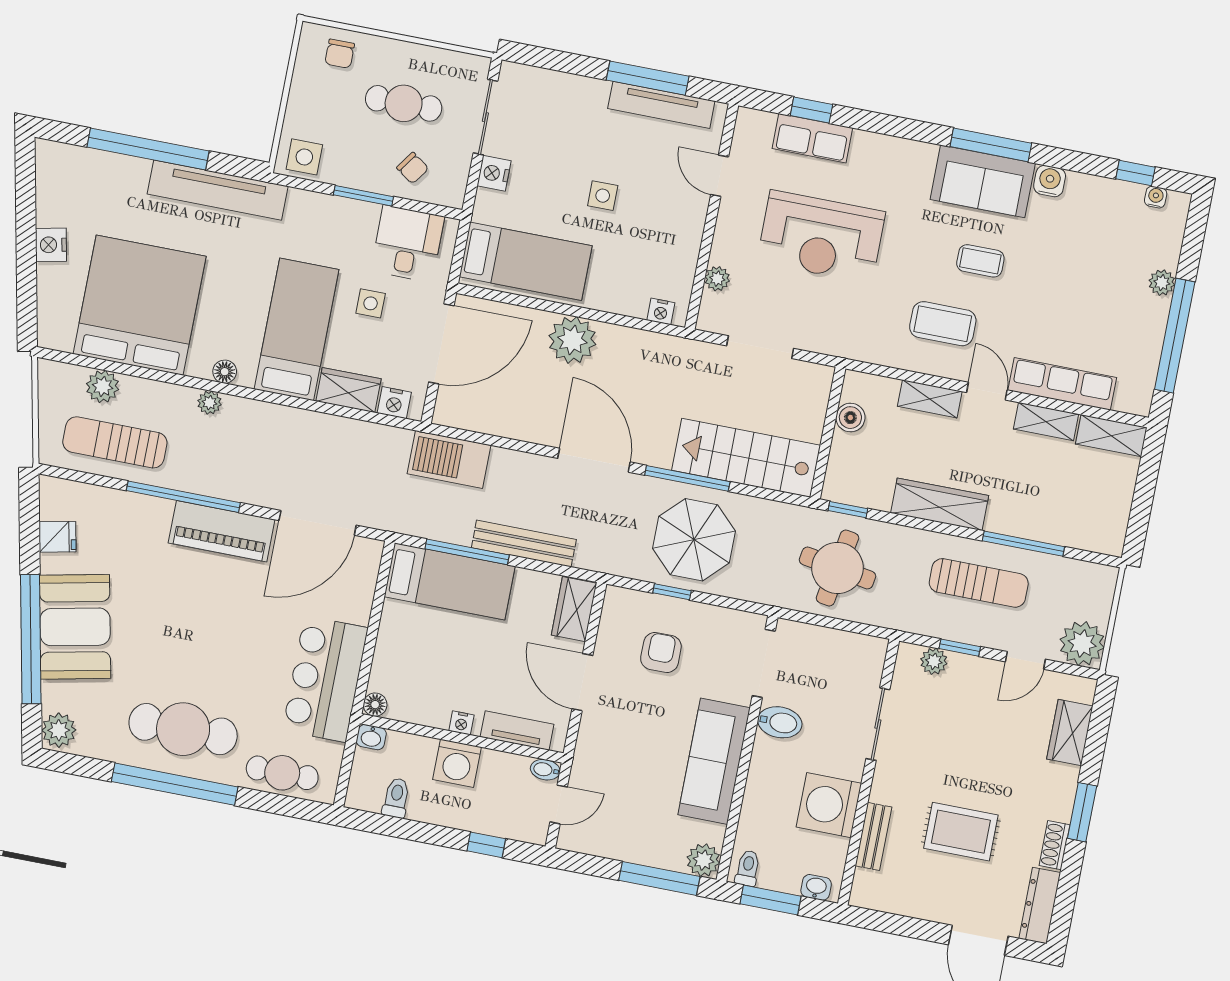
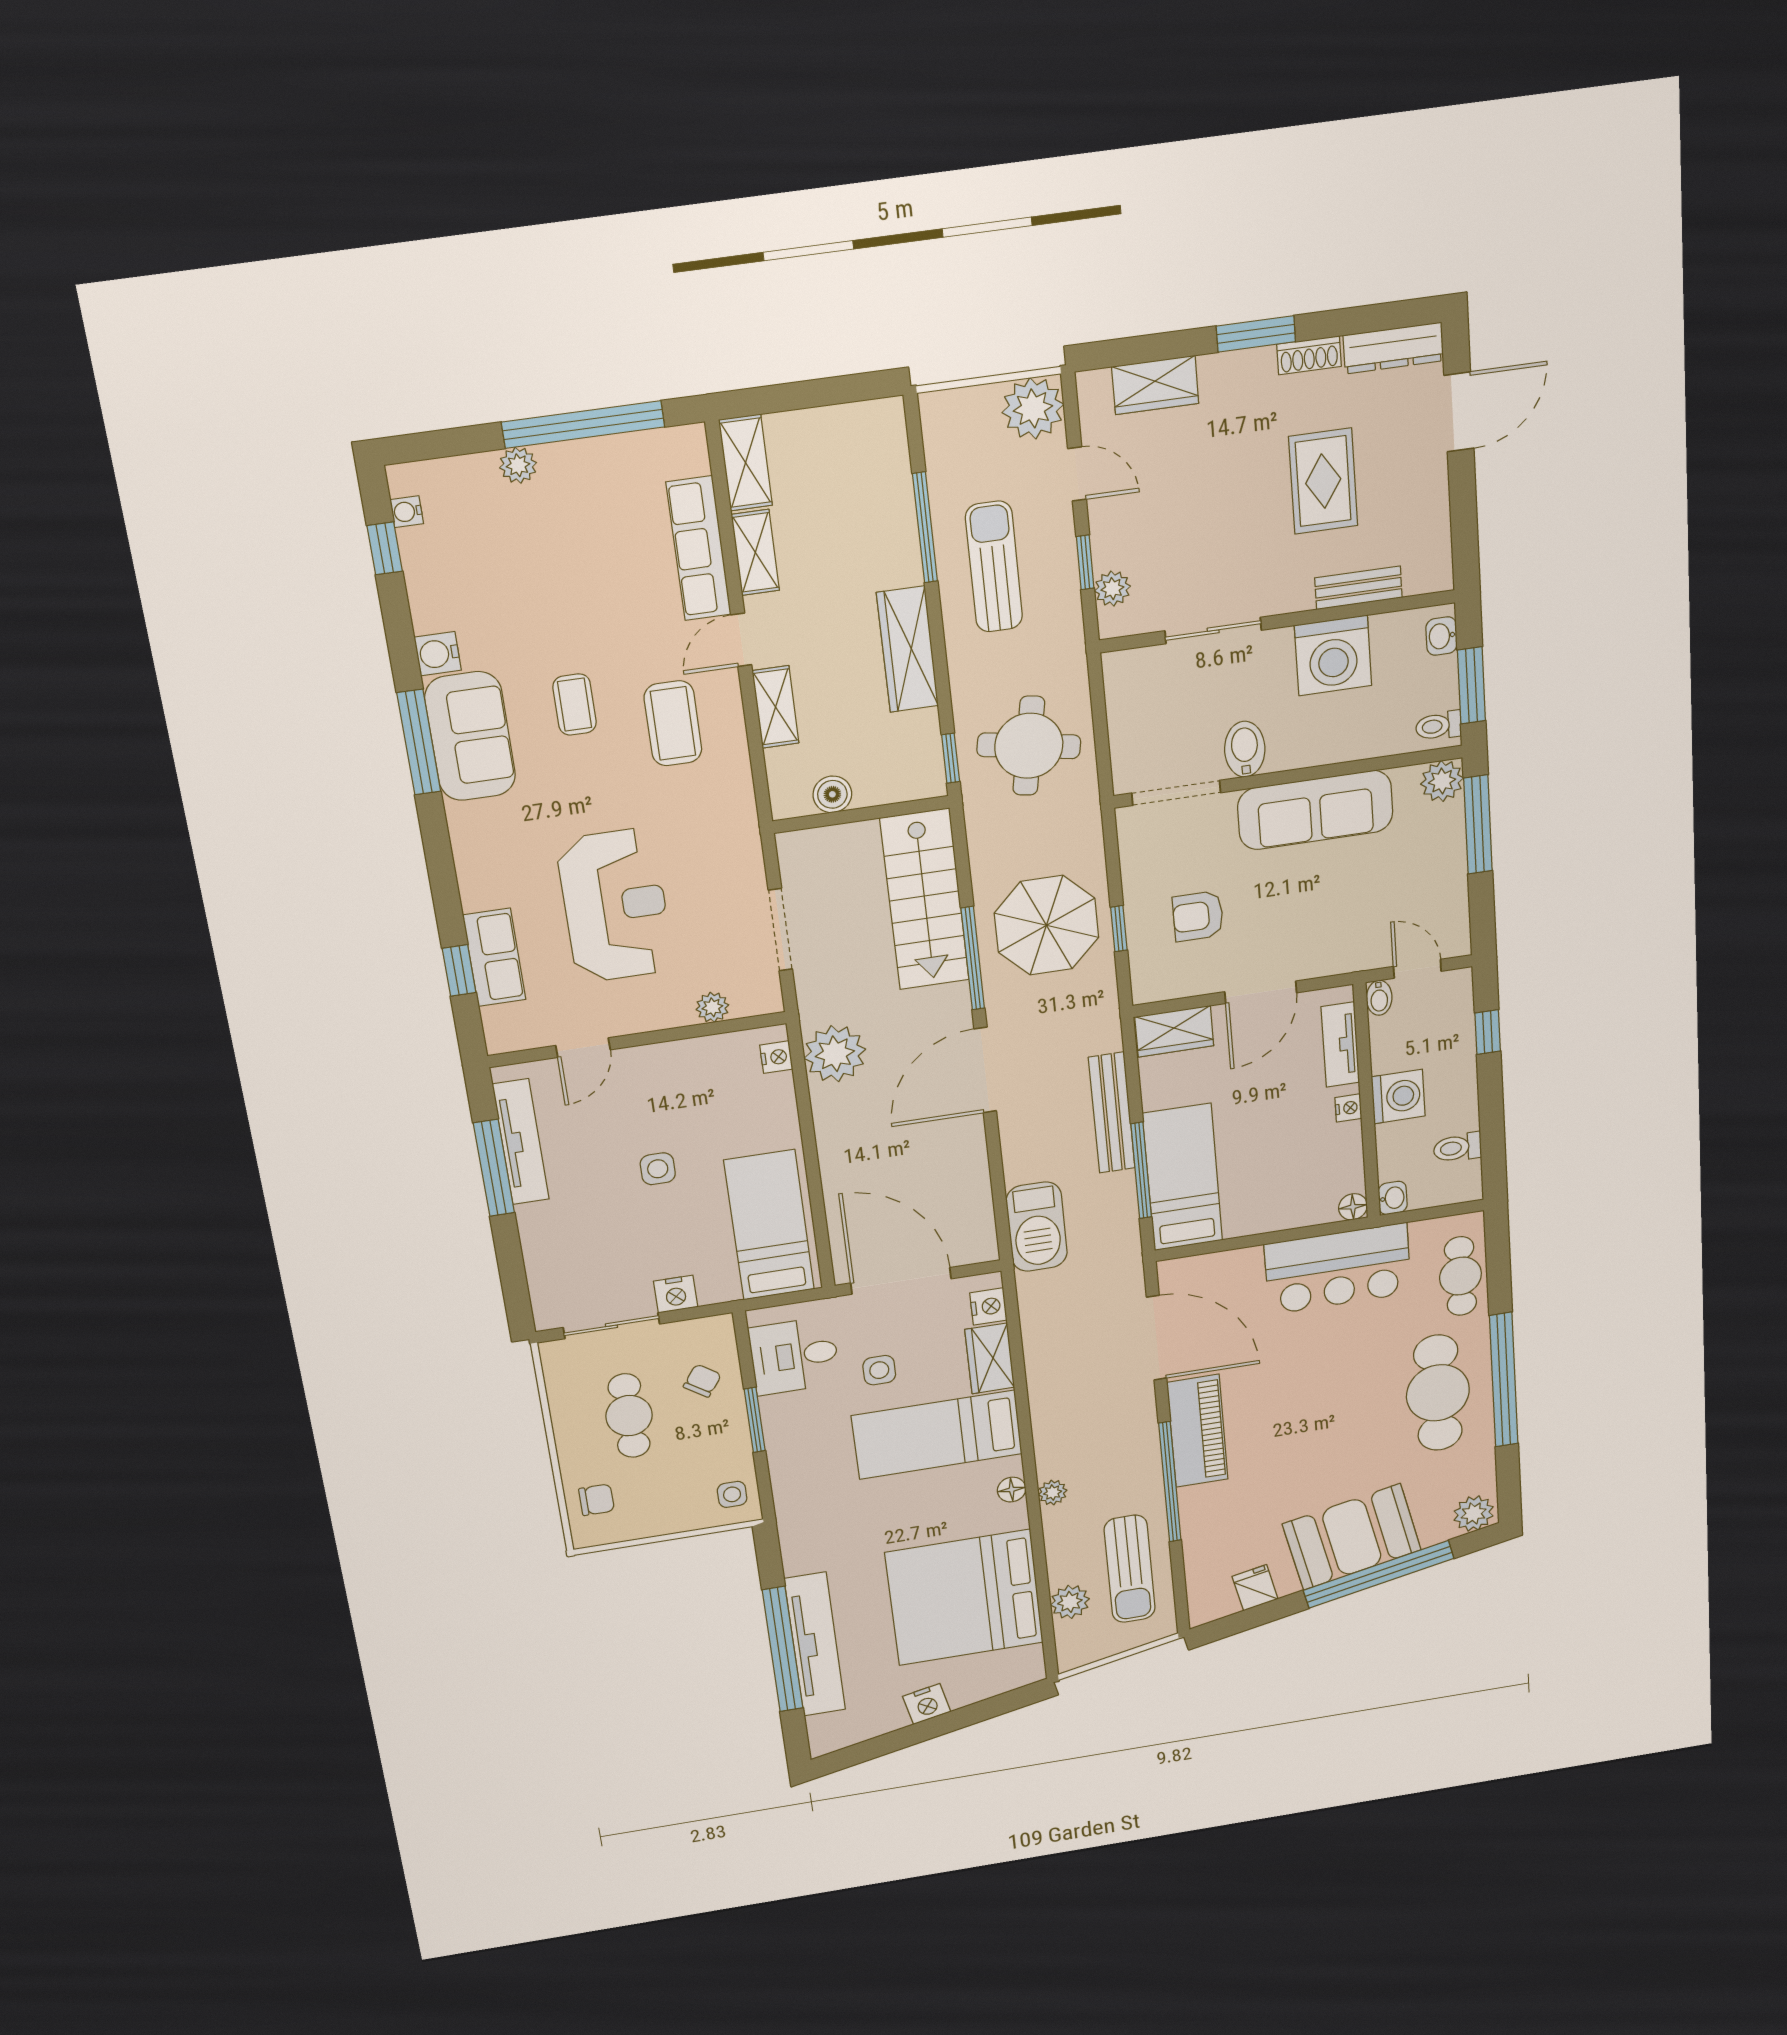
side table: (304, 157) -> (732, 1494), width x0.73, depth x0.73
tv unit: (218, 190) -> (815, 1644), moved
plant: (572, 340) -> (835, 1054), moved

